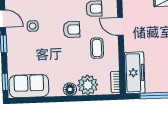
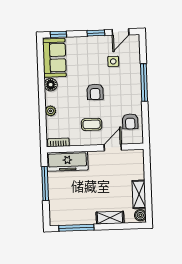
armchair: (72, 30) -> (95, 92), moved
plant: (88, 85) -> (51, 111), width x0.53, depth x0.53
floor lamp: (70, 89) -> (51, 85), moved

